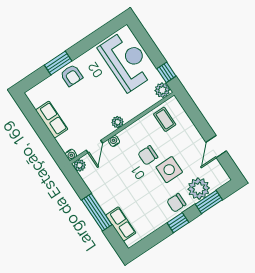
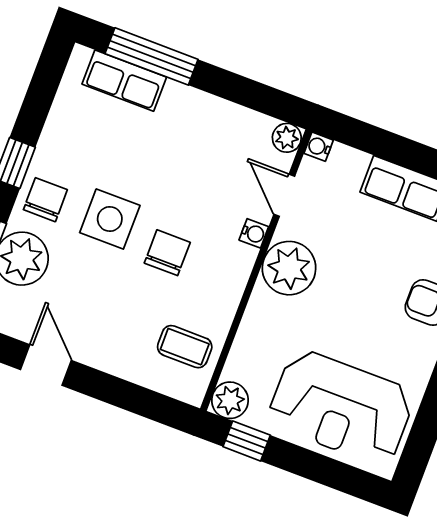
plant: (118, 122) -> (289, 268), width x1.87, depth x1.87
side table: (169, 170) -> (110, 219), moved
window: (97, 212) -> (152, 56), moved

